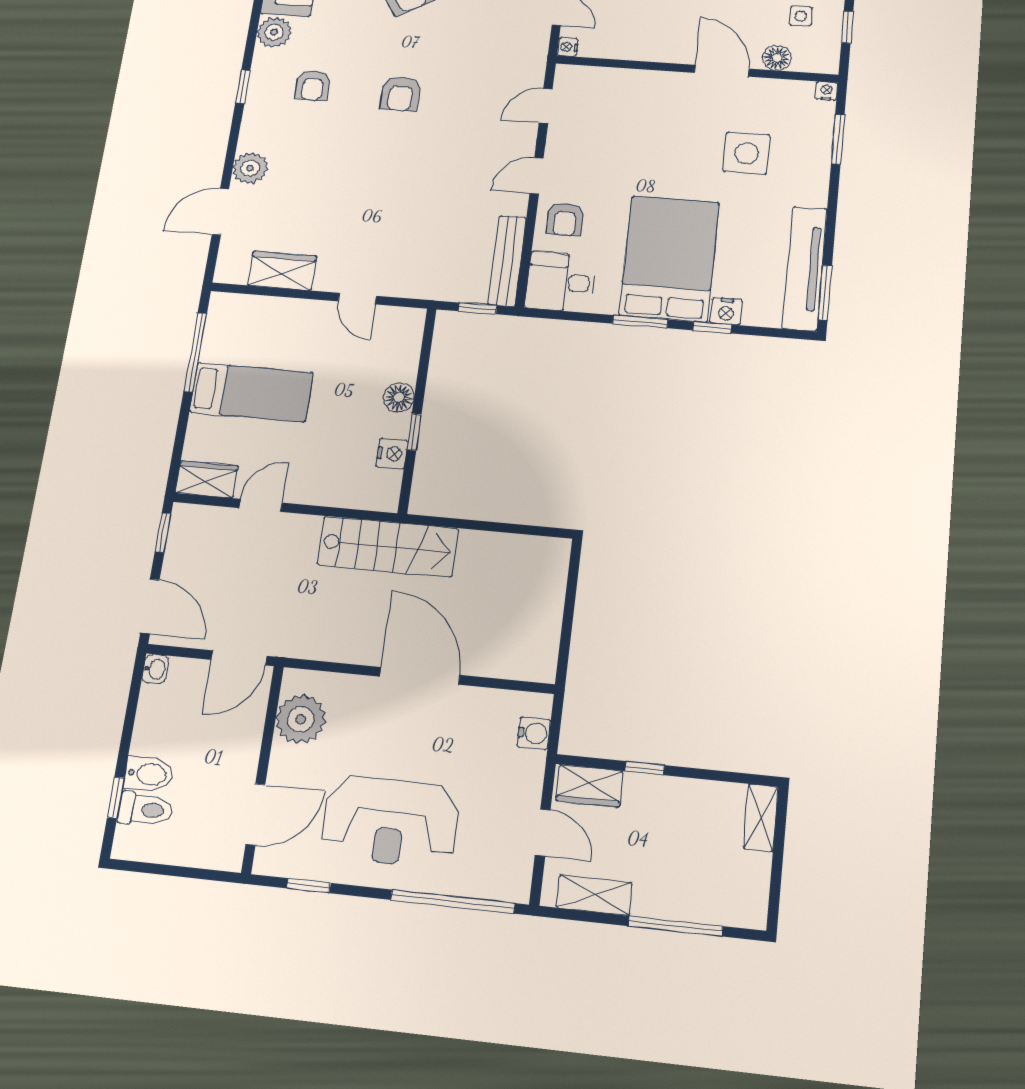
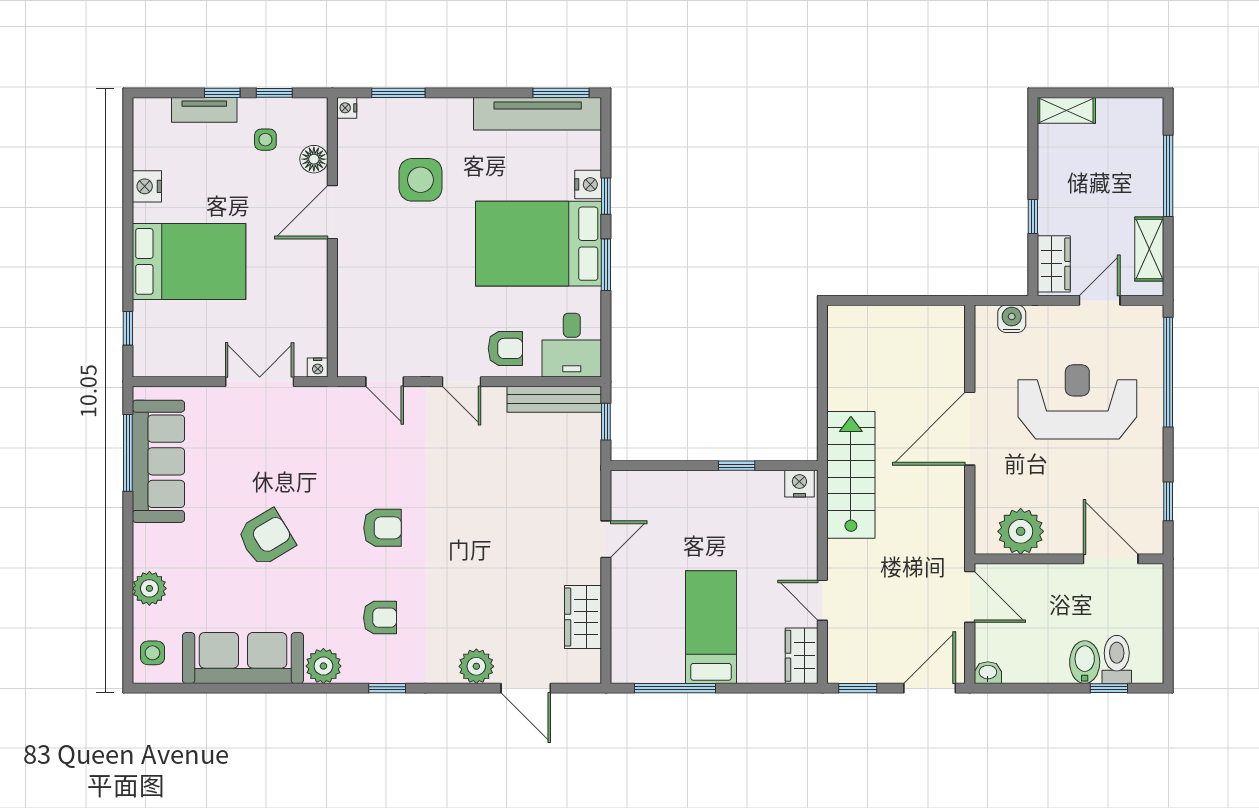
floor lamp: (399, 397) -> (703, 485), removed
nightstand: (392, 454) -> (799, 484), moved
reception desk: (390, 822) -> (1077, 402), moved, turned -90

